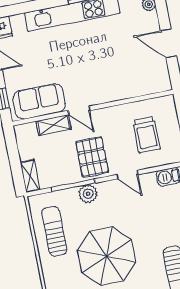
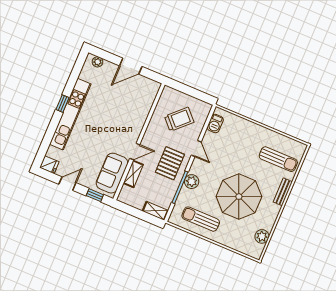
trolley: (146, 135) -> (179, 119), turned -44
pallet: (92, 157) -> (170, 163), turned 90
door: (127, 175) -> (196, 148), hinge flipped

